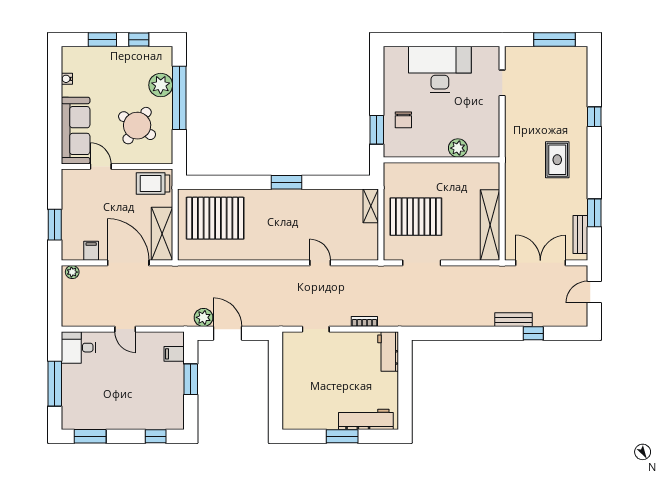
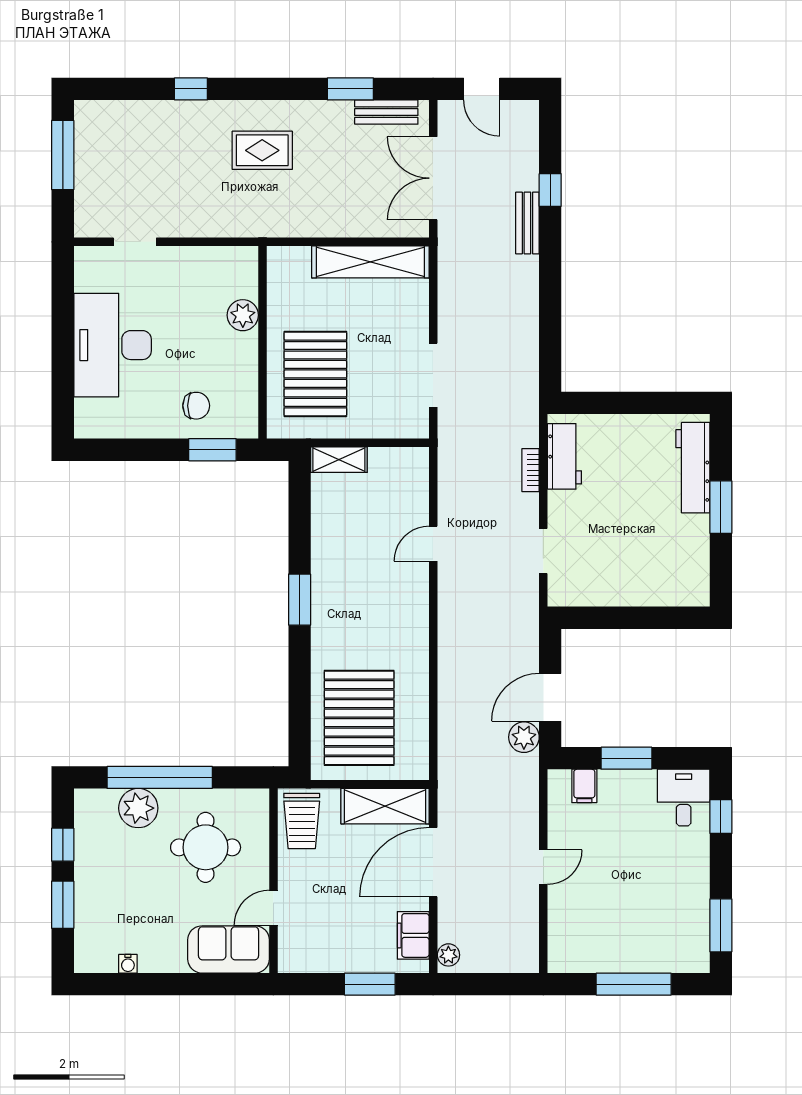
round table: (137, 126) -> (206, 847), turned -34
sofa: (76, 131) -> (229, 949), width x0.73
pallet: (416, 217) -> (315, 374), moved
filing cabinet: (91, 251) -> (413, 935), width x2.00
desk: (78, 348) -> (684, 798), moved, turned 180
workbench: (388, 351) -> (564, 456), moved, turned -90

